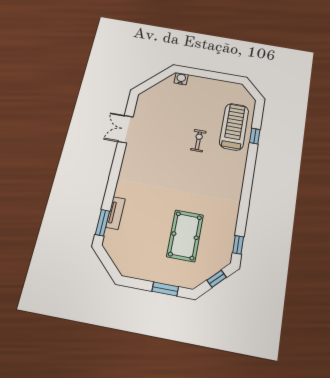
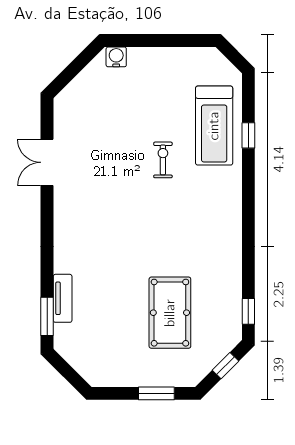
treadmill: (234, 127) -> (214, 126), turned 180

